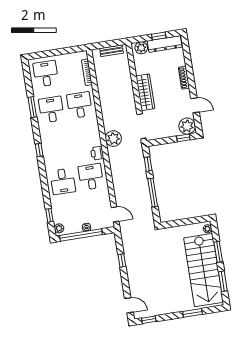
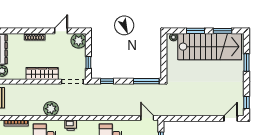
window: (183, 138) -> (88, 62), moved
plant: (113, 139) -> (51, 109), moved
printer: (97, 153) -> (71, 125), moved
window: (153, 193) -> (146, 81), moved
door: (115, 214) -> (147, 118), hinge flipped
window: (122, 261) -> (190, 118), removed

